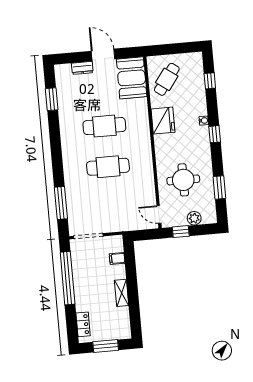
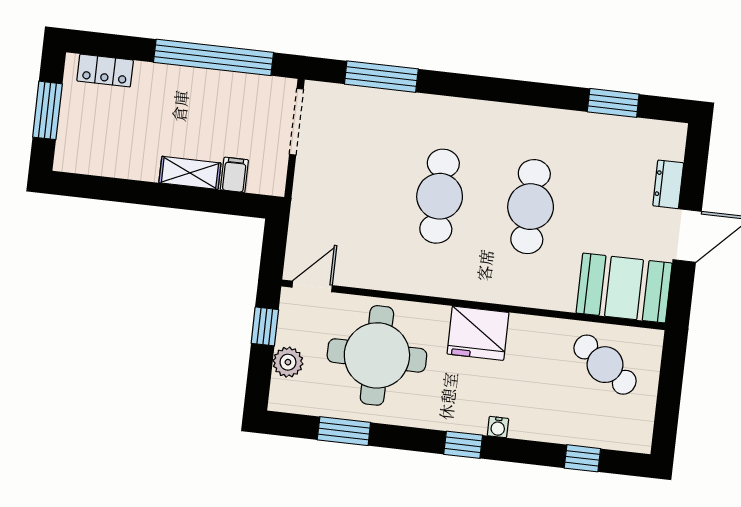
fridge: (163, 121) -> (478, 333), moved
round table: (183, 180) -> (377, 355), width x1.36, depth x1.36
shelving: (122, 293) -> (190, 173), moved

